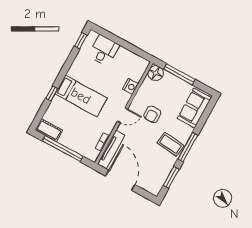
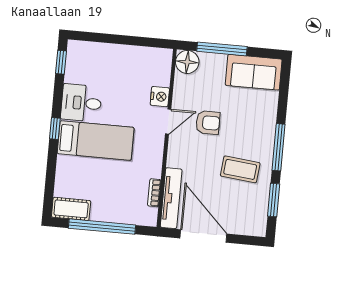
desk: (104, 50) -> (81, 103), moved, turned -90
window: (52, 94) -> (55, 129), moved
sofa: (194, 108) -> (254, 72), moved, turned -90
armchair: (152, 114) -> (208, 123), turned -90
door: (123, 115) -> (168, 122), moved
coffee table: (171, 144) -> (240, 169), moved

